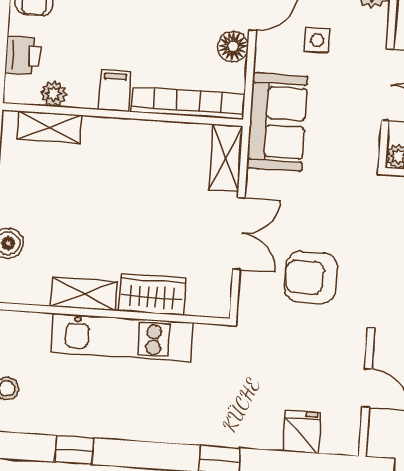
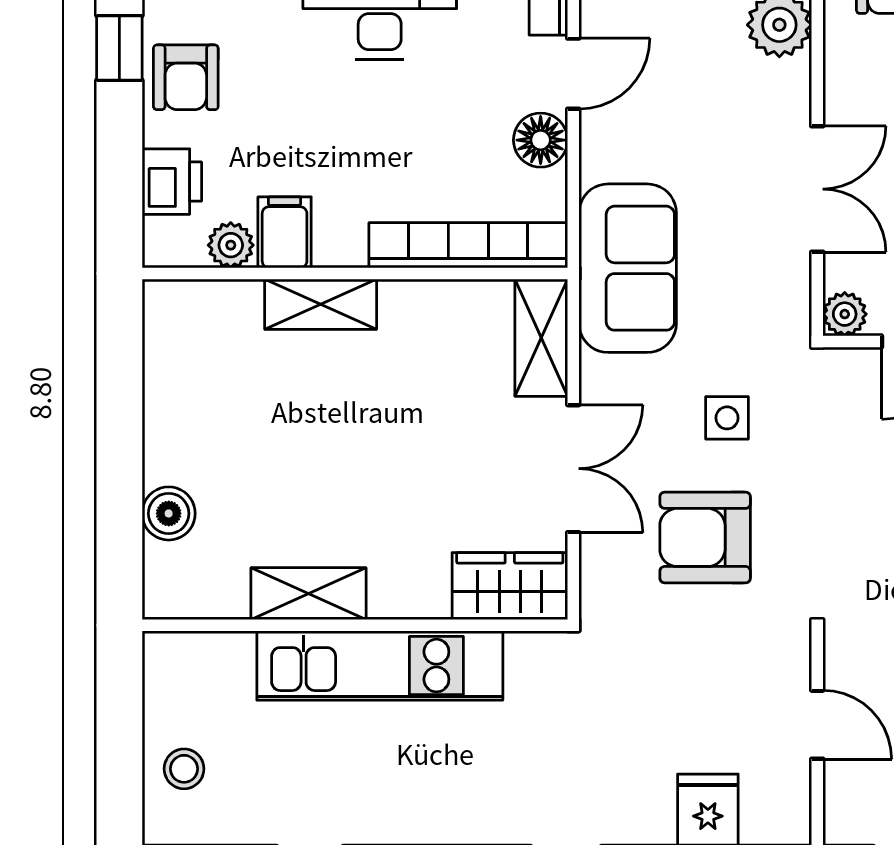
side table: (317, 40) -> (727, 418), moved
filing cabinet: (115, 91) -> (285, 232), moved
shelving: (50, 127) -> (321, 304), moved
wardrobe: (152, 294) -> (510, 586), moved

